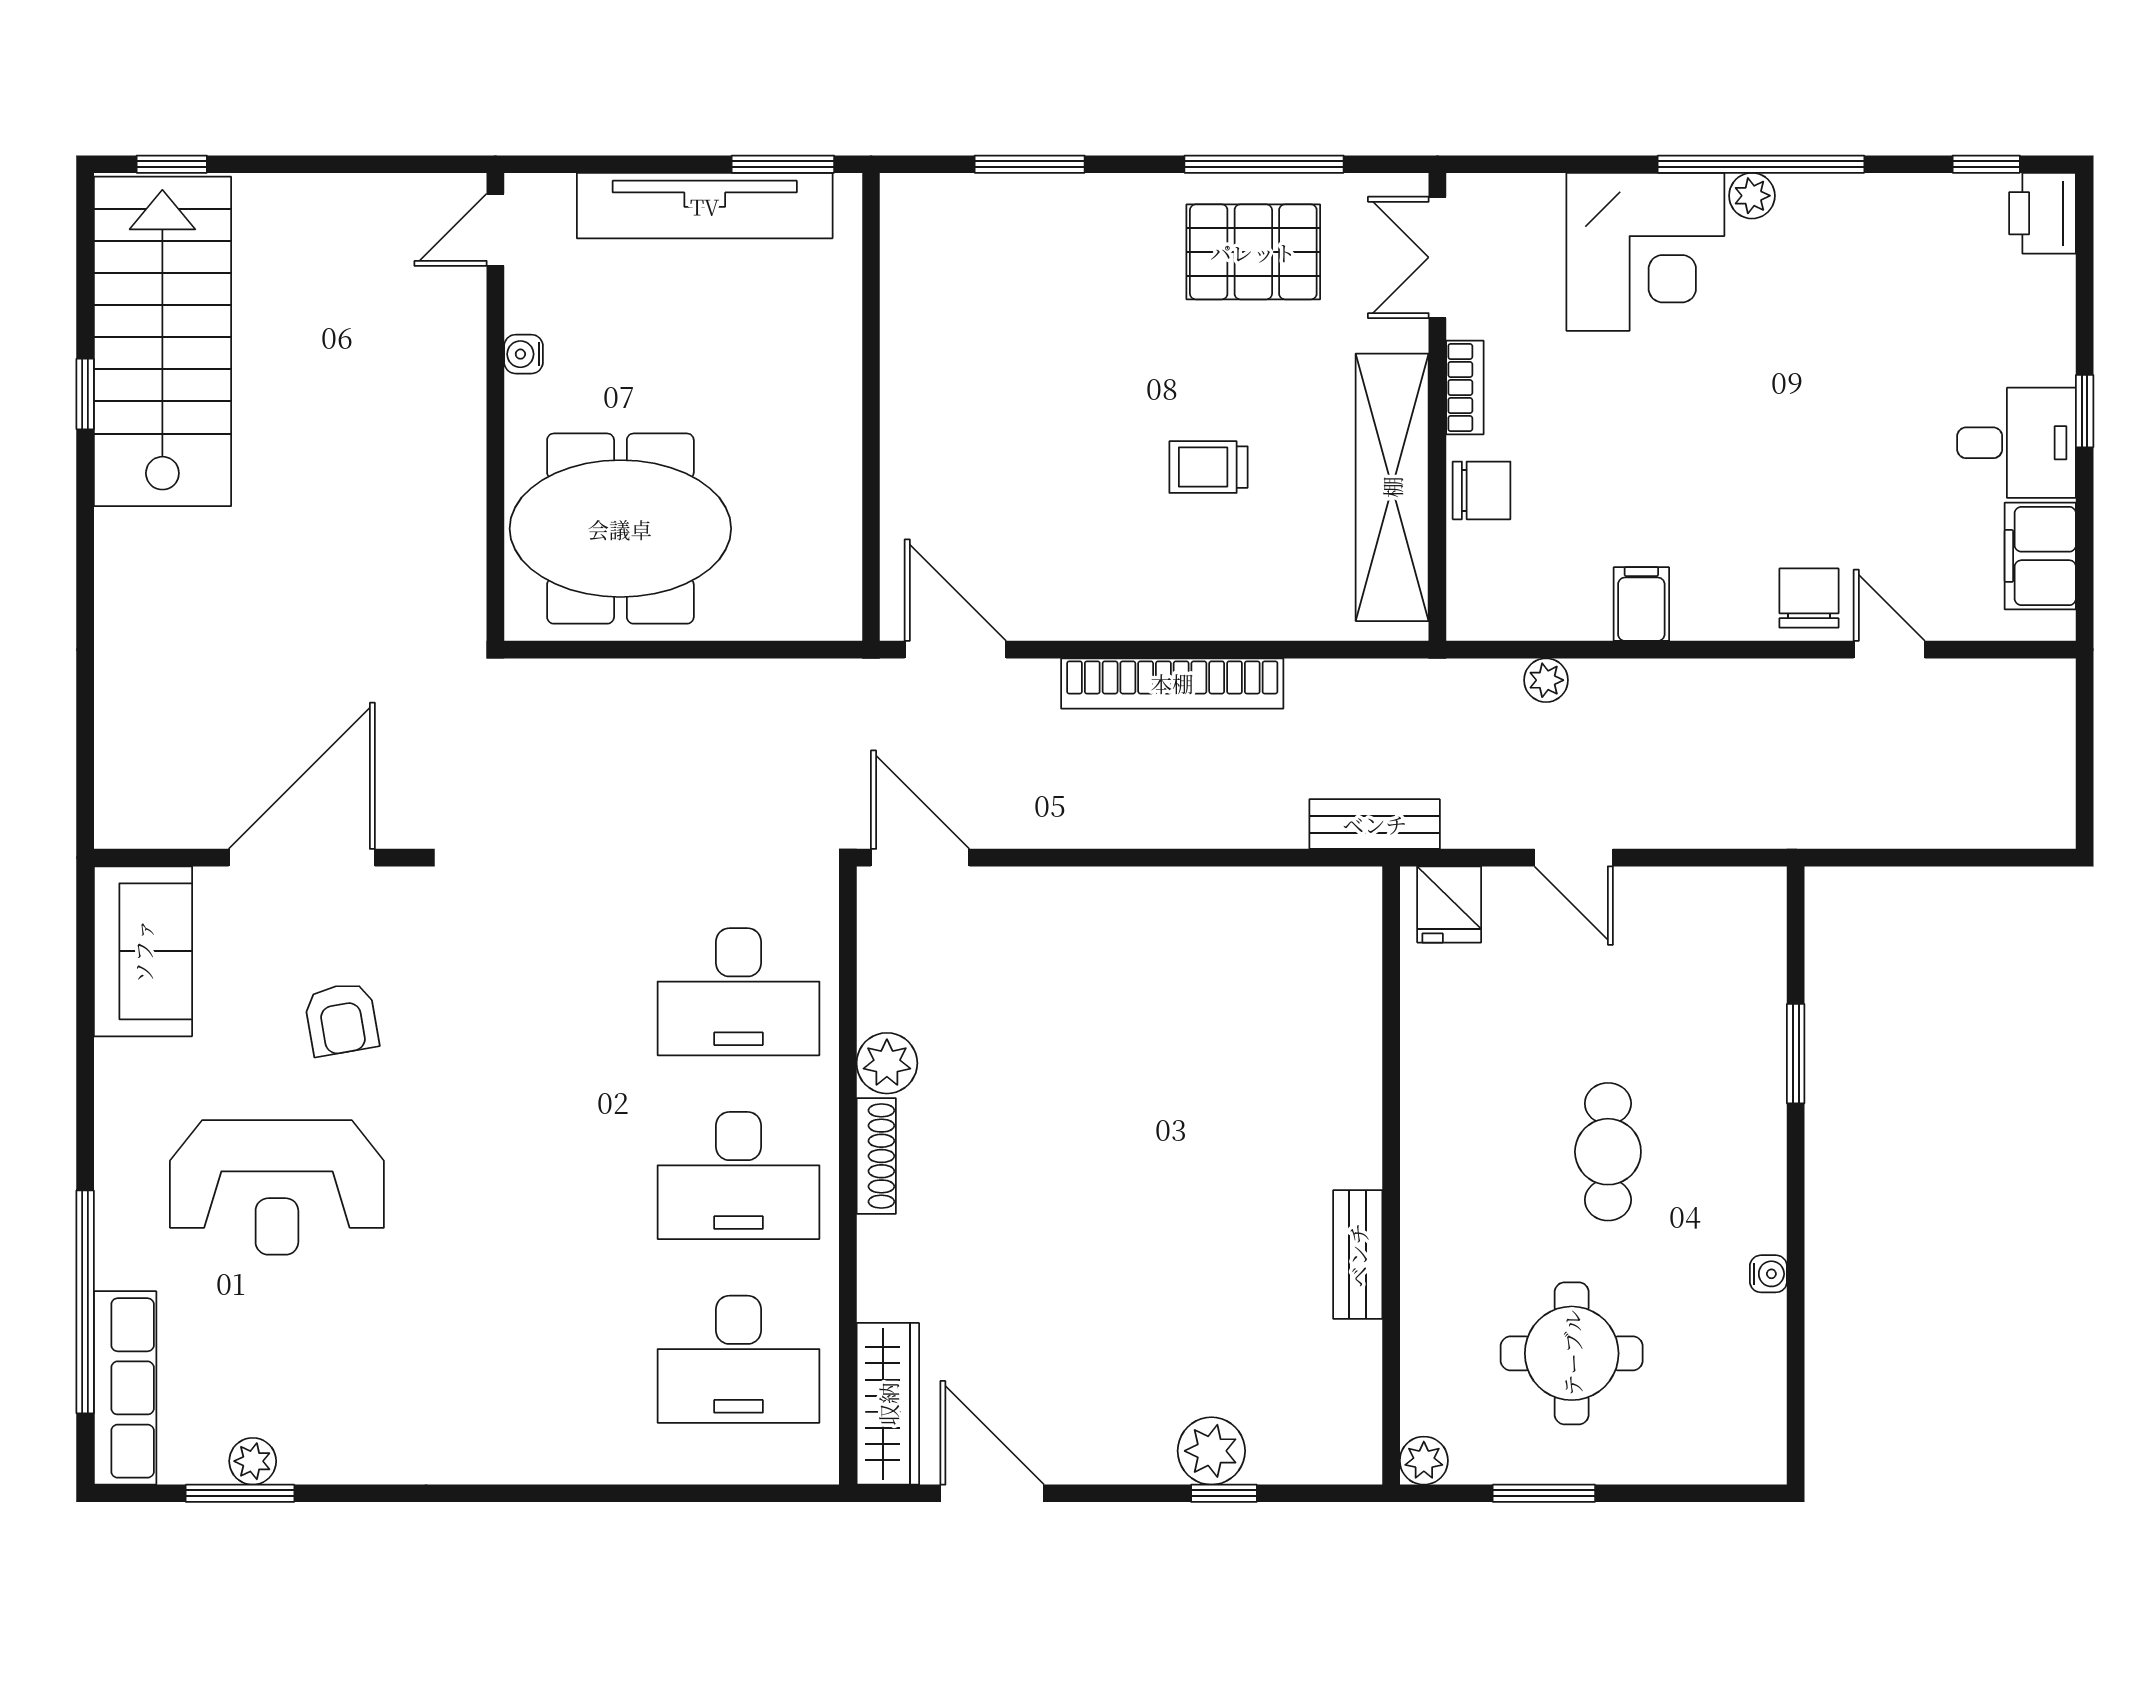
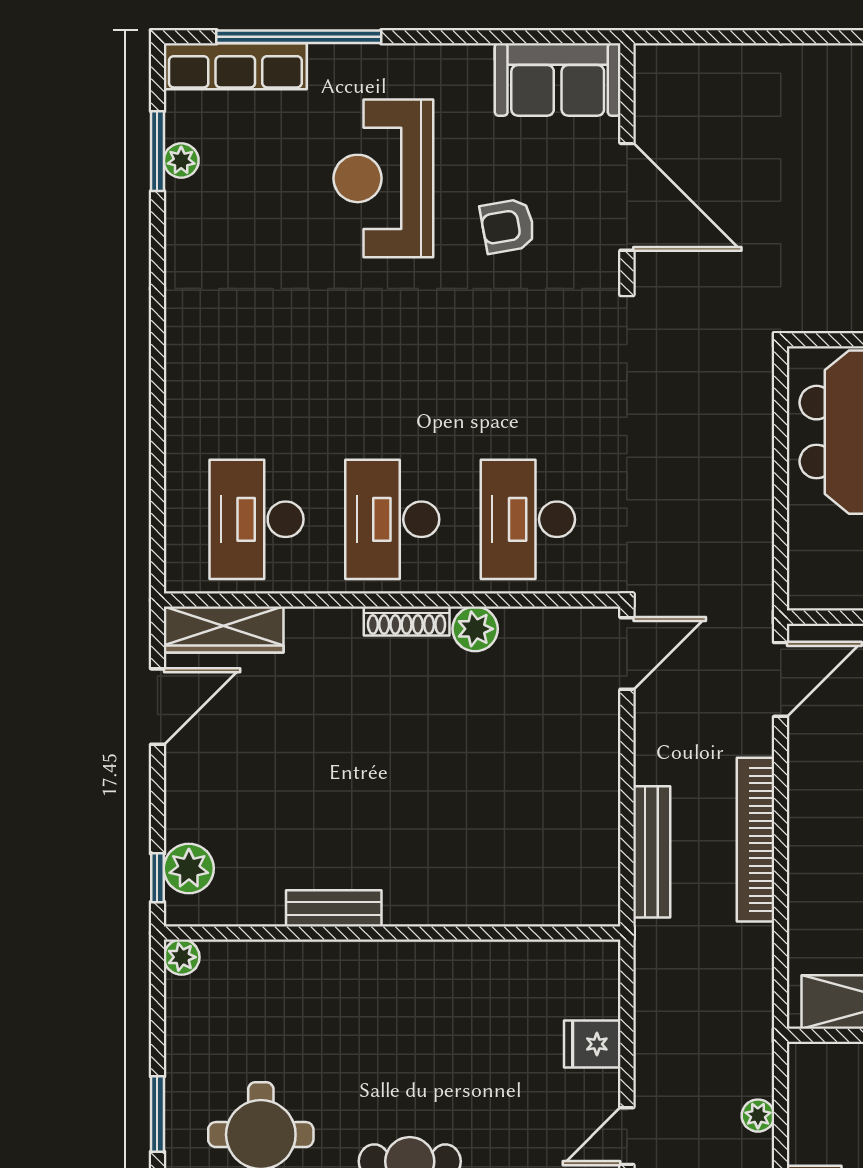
bench: (1375, 824) -> (652, 852), moved, width x1.36
wall: (1391, 1175) -> (392, 933), moved
bench: (1358, 1255) -> (334, 908), moved
plant: (1424, 1461) -> (182, 957), moved

